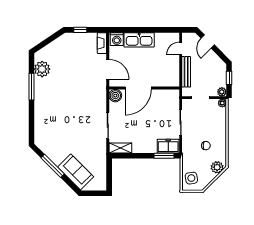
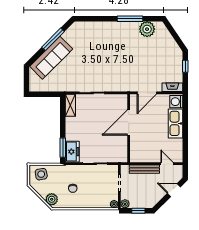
door: (138, 88) -> (129, 122), hinge flipped
boiler: (115, 96) -> (121, 100), removed
sofa: (76, 172) -> (51, 58), width x1.36

